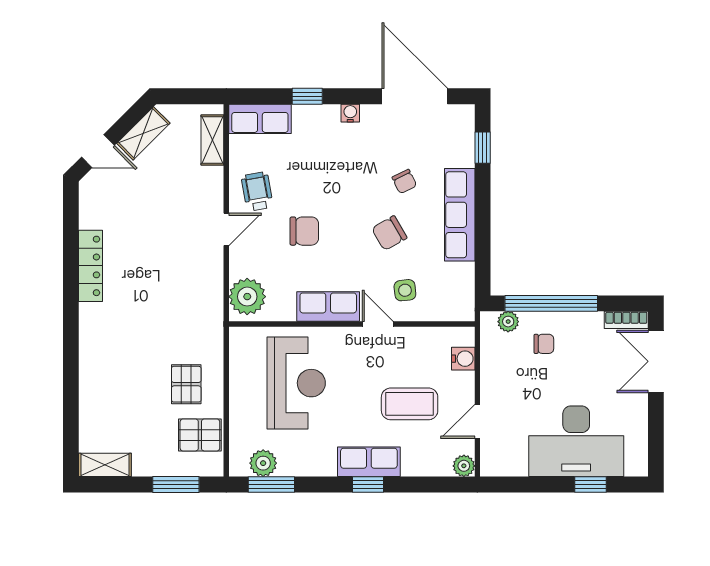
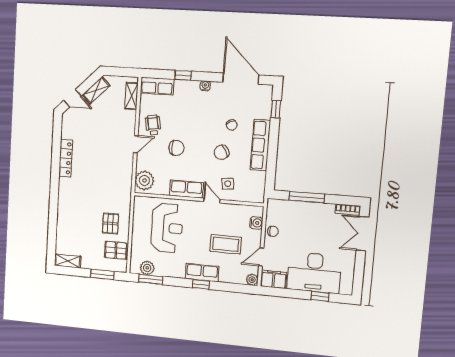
window: (551, 303) -> (307, 197), width x0.68
plant: (508, 322) -> (282, 205), removed
chair: (544, 344) -> (273, 231), moved
filing cabinet: (503, 461) -> (274, 279), added

